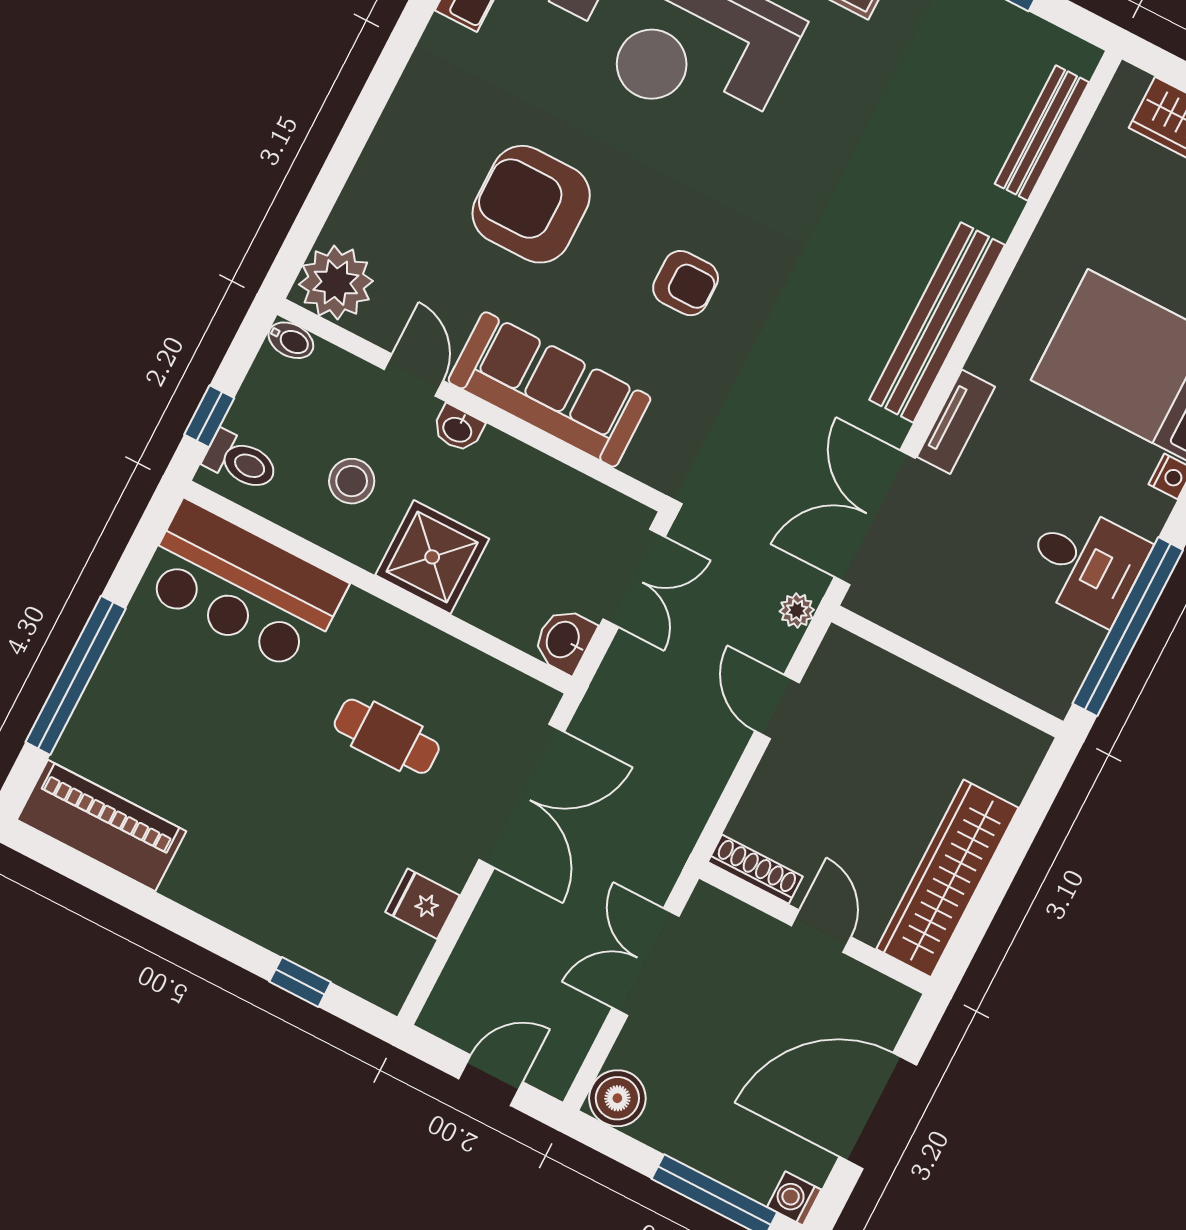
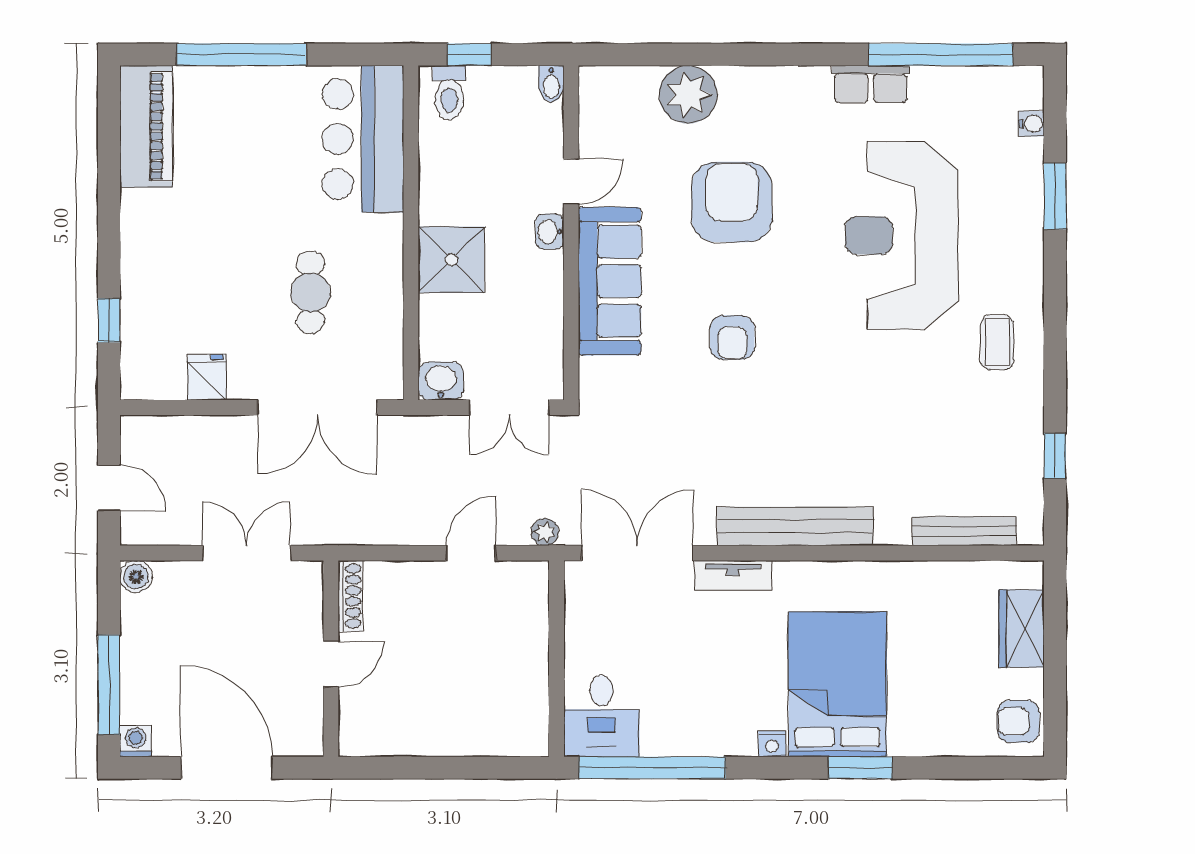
plant: (336, 283) -> (688, 95), moved
stool: (352, 481) -> (475, 177), removed
desk: (1086, 564) -> (602, 716), moved
wardrobe: (947, 878) -> (413, 733), removed
boiler: (617, 1098) -> (136, 576), width x0.73, depth x0.73

